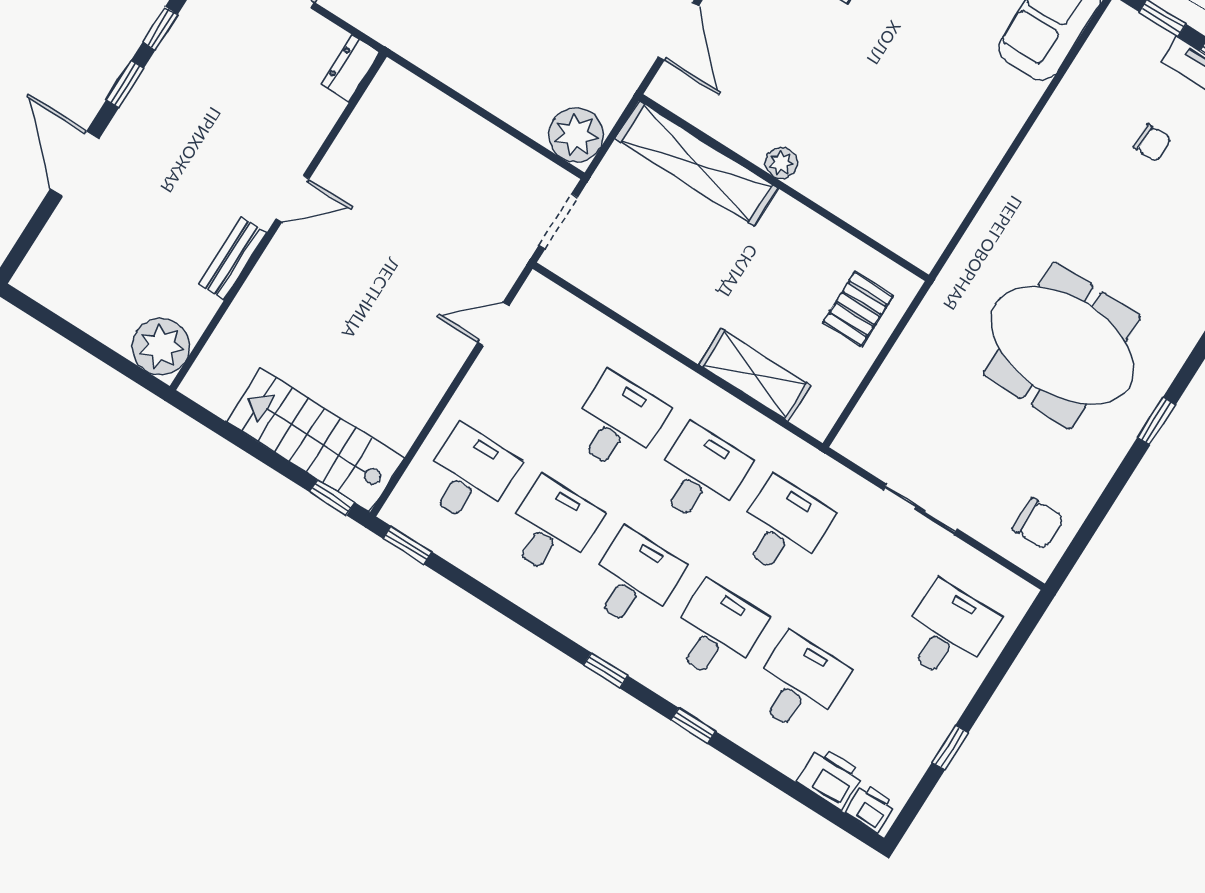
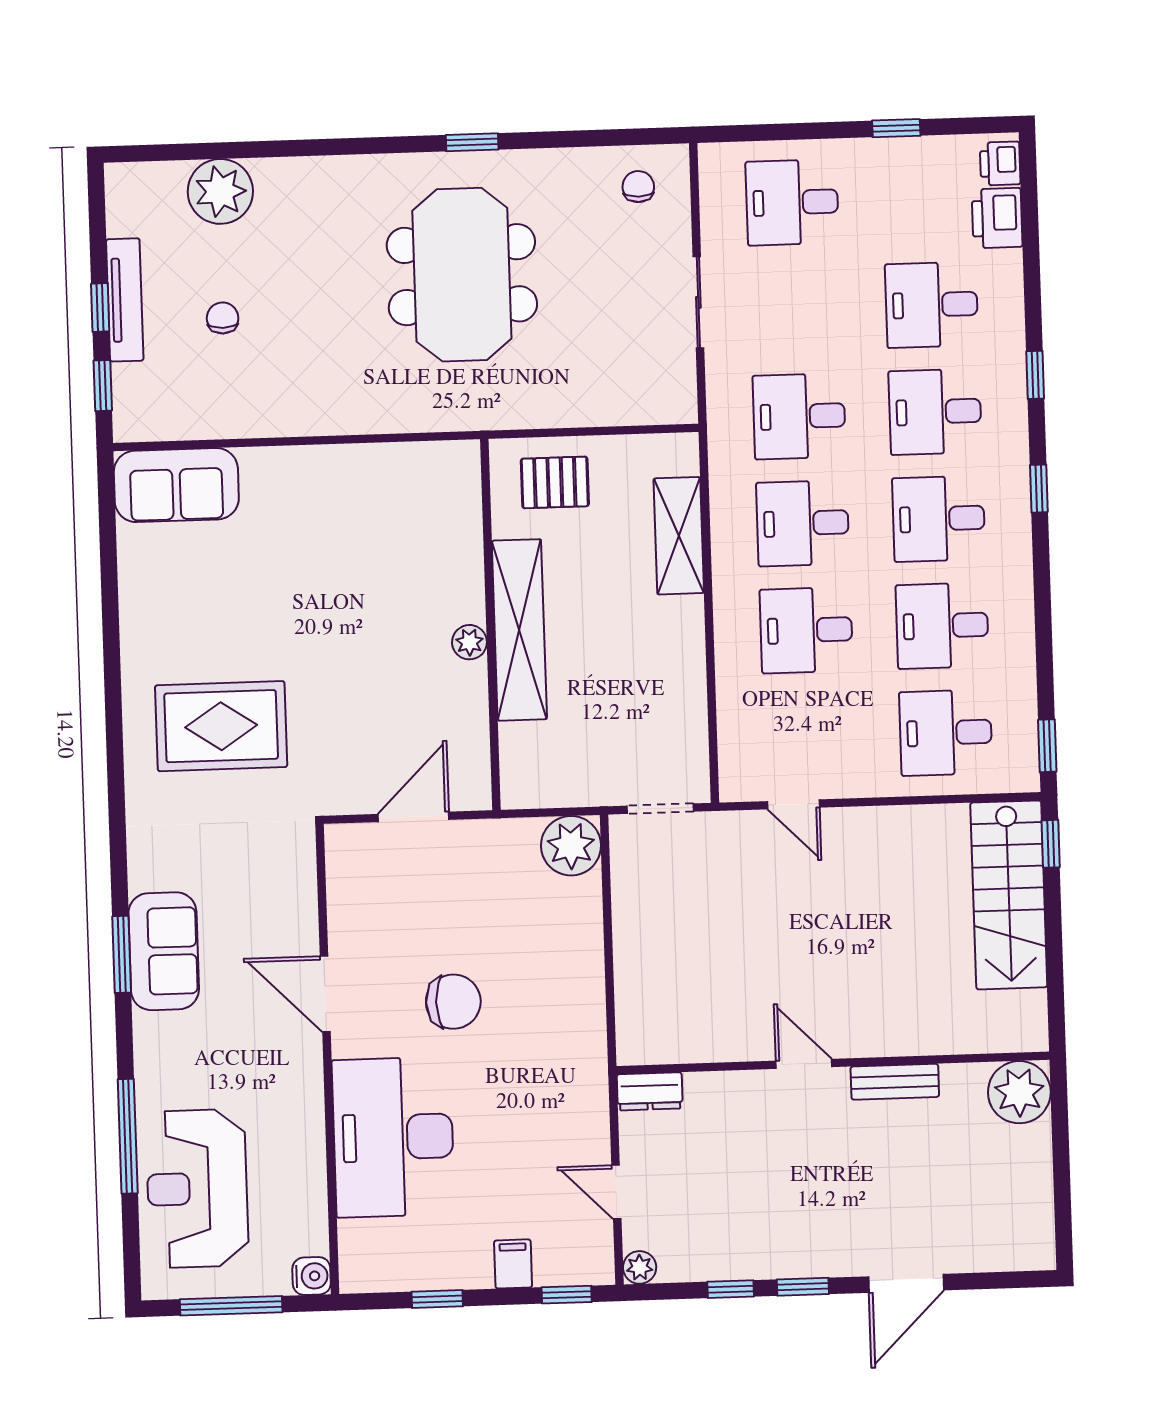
shelving: (697, 163) -> (519, 630), moved
chair: (1038, 523) -> (638, 187), width x0.73, depth x0.73

